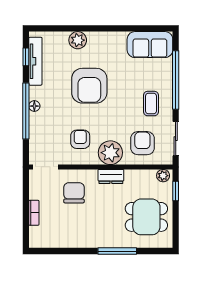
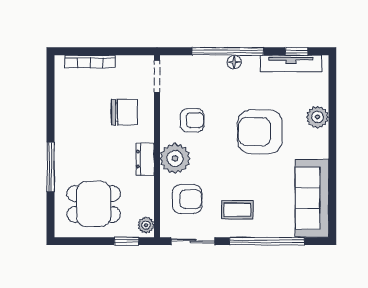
sofa: (150, 45) -> (312, 198), width x1.36
bookcase: (34, 213) -> (90, 62), width x1.56
dining table: (146, 217) -> (94, 204), turned 90

